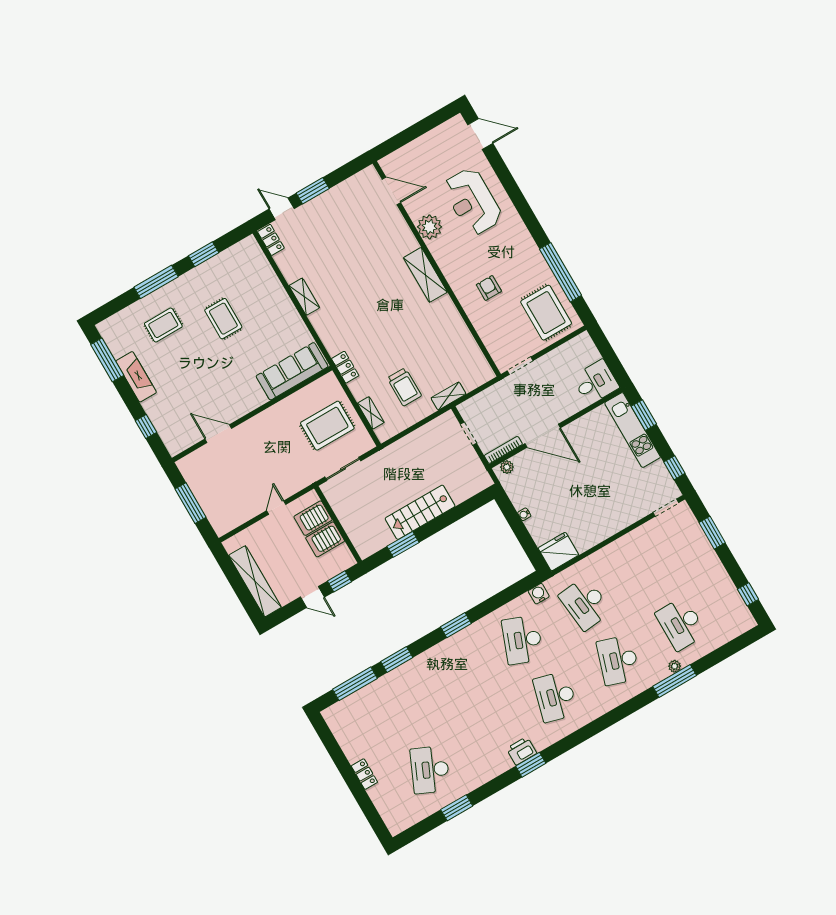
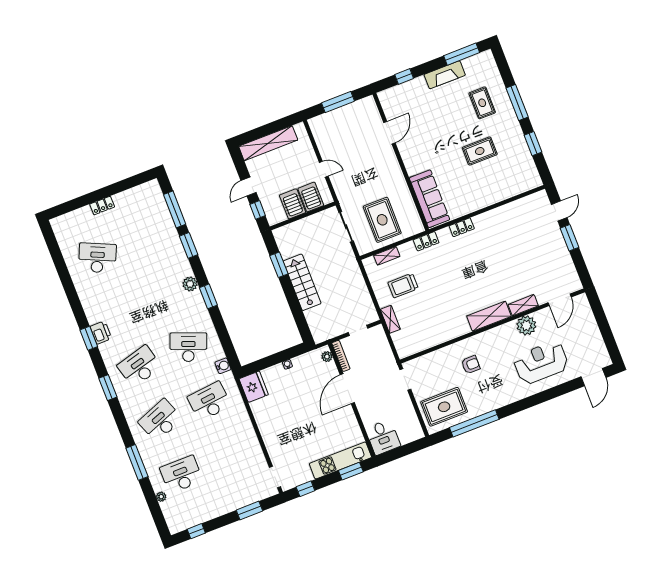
locker: (271, 240) -> (462, 227), moved
shelving: (304, 297) -> (523, 305), moved
plant: (444, 650) -> (190, 284), added
desk: (618, 660) -> (160, 420), turned -39
plant: (675, 666) -> (161, 497), moved
desk: (555, 697) -> (139, 366), turned -30
window: (457, 808) -> (108, 388), moved

